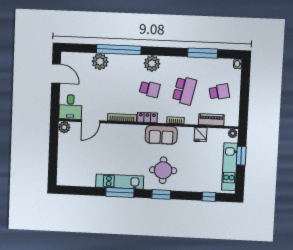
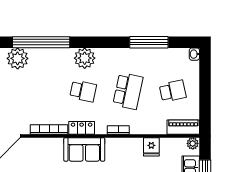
piano: (211, 120) -> (183, 127), moved
sofa: (161, 135) -> (84, 149), moved

